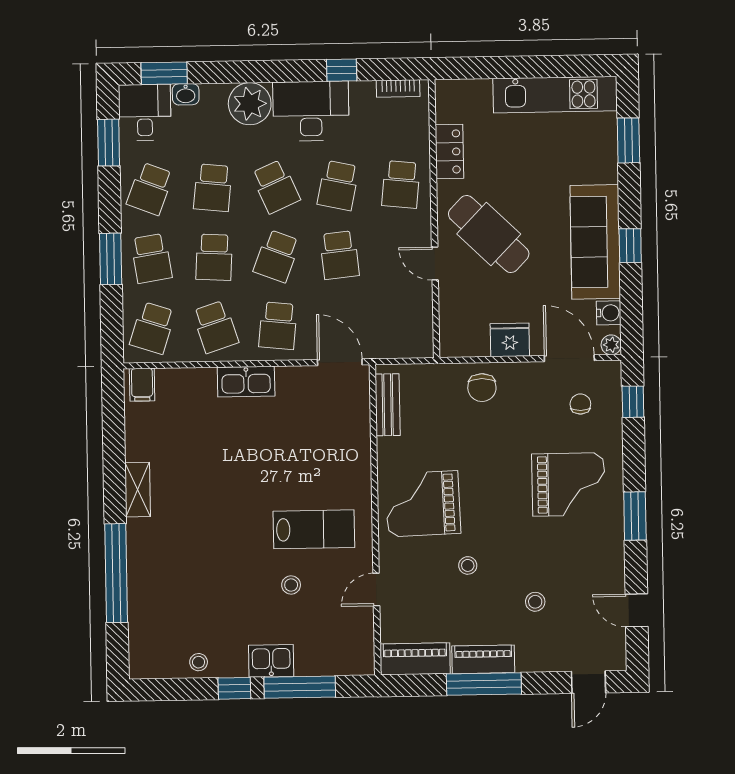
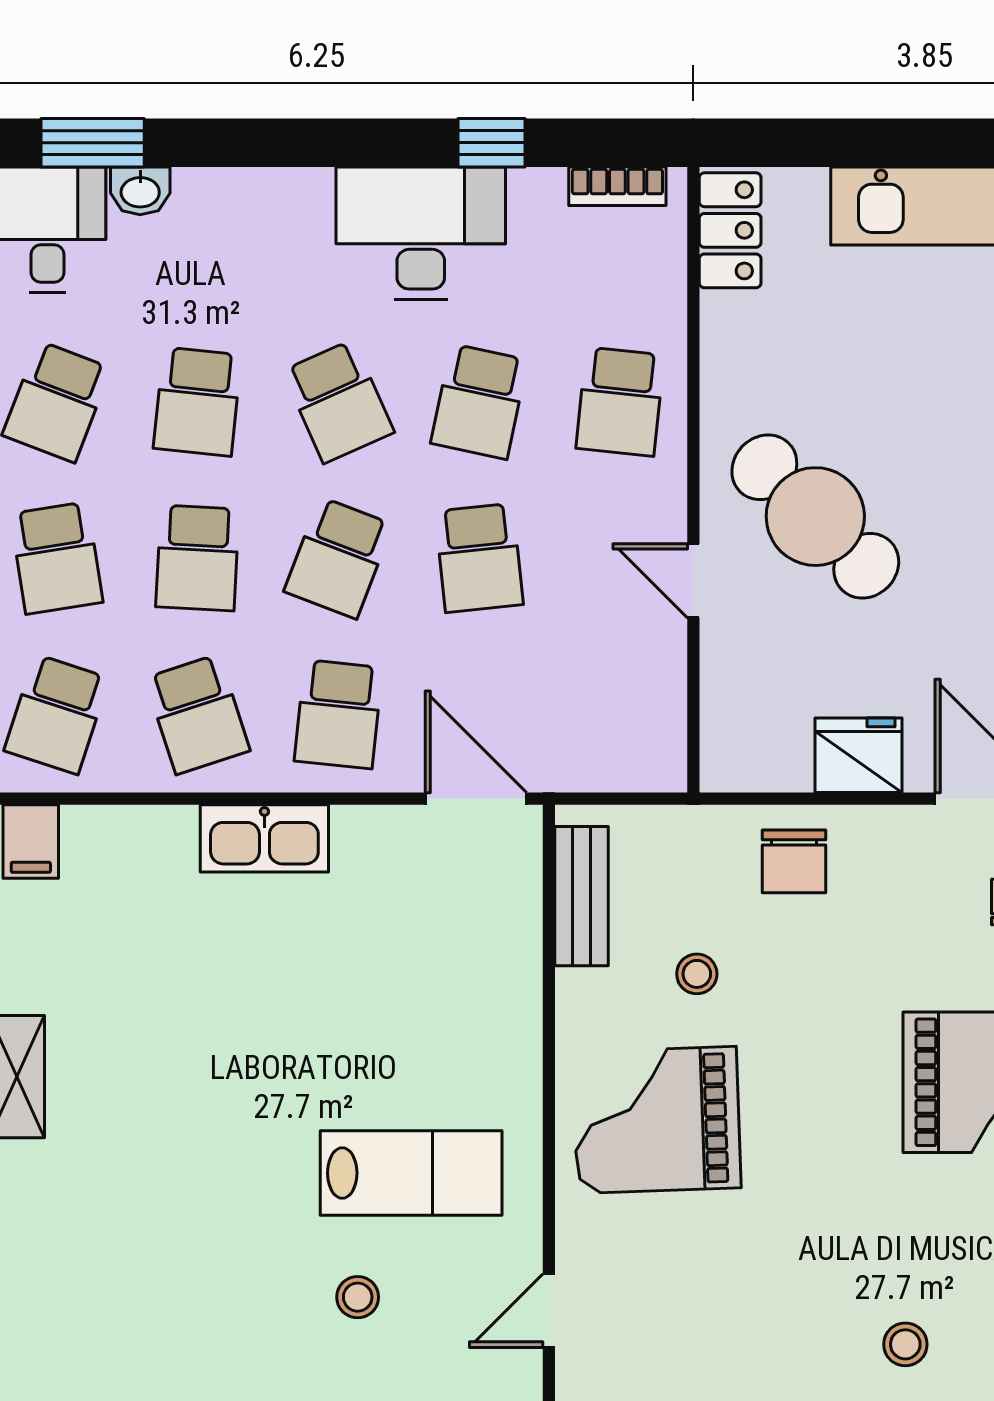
plant: (250, 104) -> (284, 215), removed
locker: (449, 152) -> (730, 230), moved
stool: (468, 565) -> (697, 974), moved

